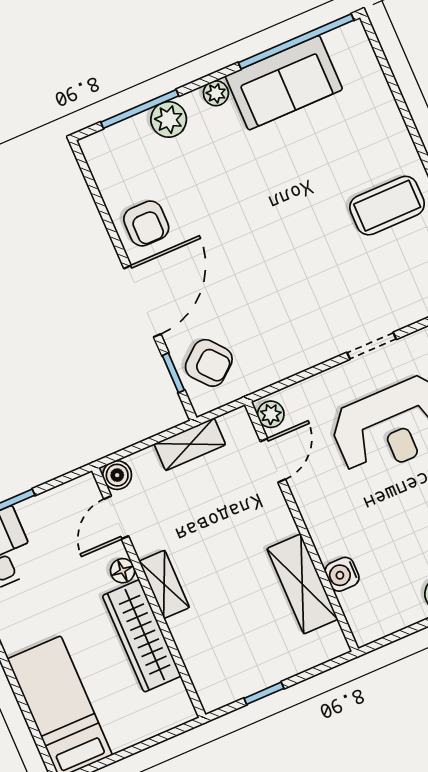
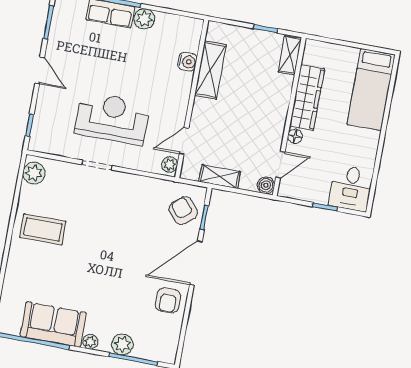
armchair: (146, 223) -> (168, 300), turned 180
shelving: (164, 584) -> (290, 55), moved

